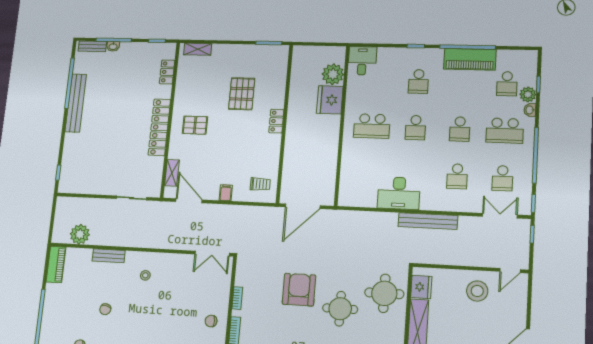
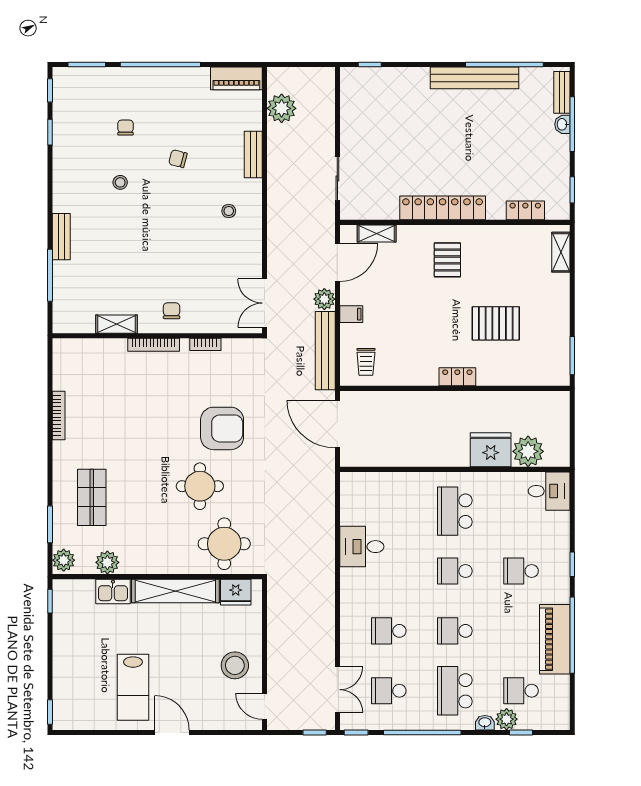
desk: (399, 193) -> (362, 547), width x0.73
plant: (213, 211) -> (324, 299), added
bench: (428, 221) -> (325, 351), moved

